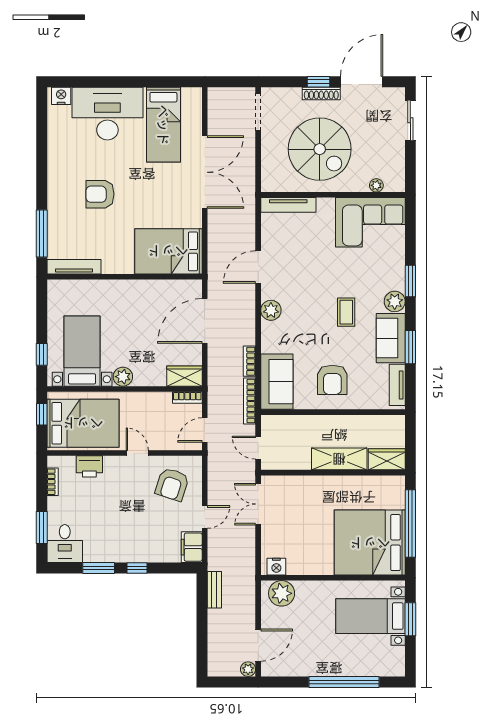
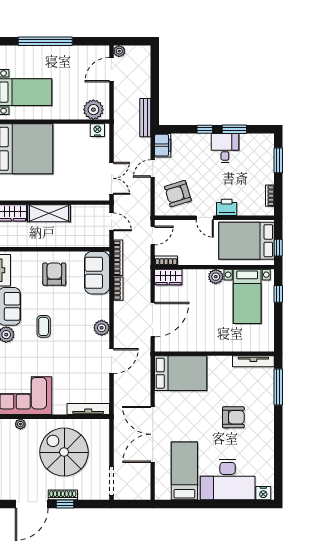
printer: (89, 466) -> (227, 207), moved
armchair: (172, 484) -> (178, 194), turned -125
desk: (65, 544) -> (225, 148), moved
bench: (214, 590) -> (145, 118), width x1.36

